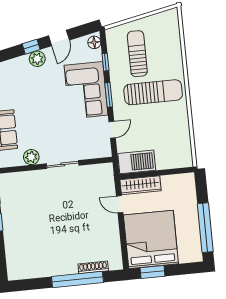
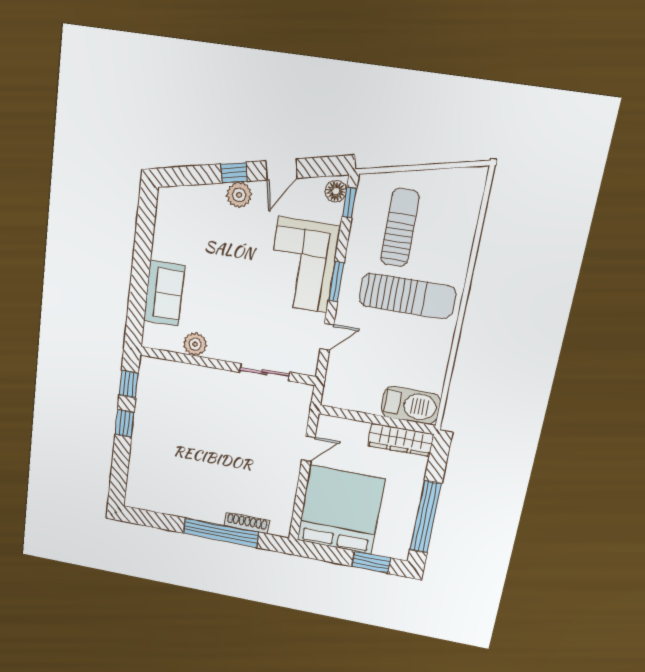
window: (105, 62) -> (349, 203), moved
barbecue: (137, 162) -> (411, 405), moved
sliding door: (63, 164) -> (265, 372), moved
wardrobe: (141, 185) -> (401, 440), moved
door: (120, 204) -> (308, 448), swing flipped
window: (152, 272) -> (371, 562), moved

